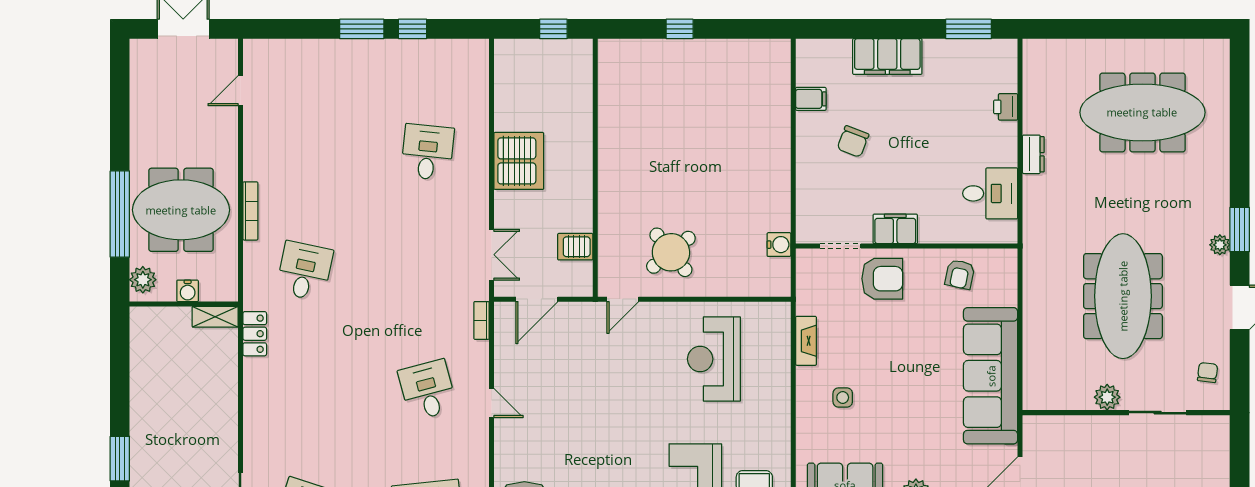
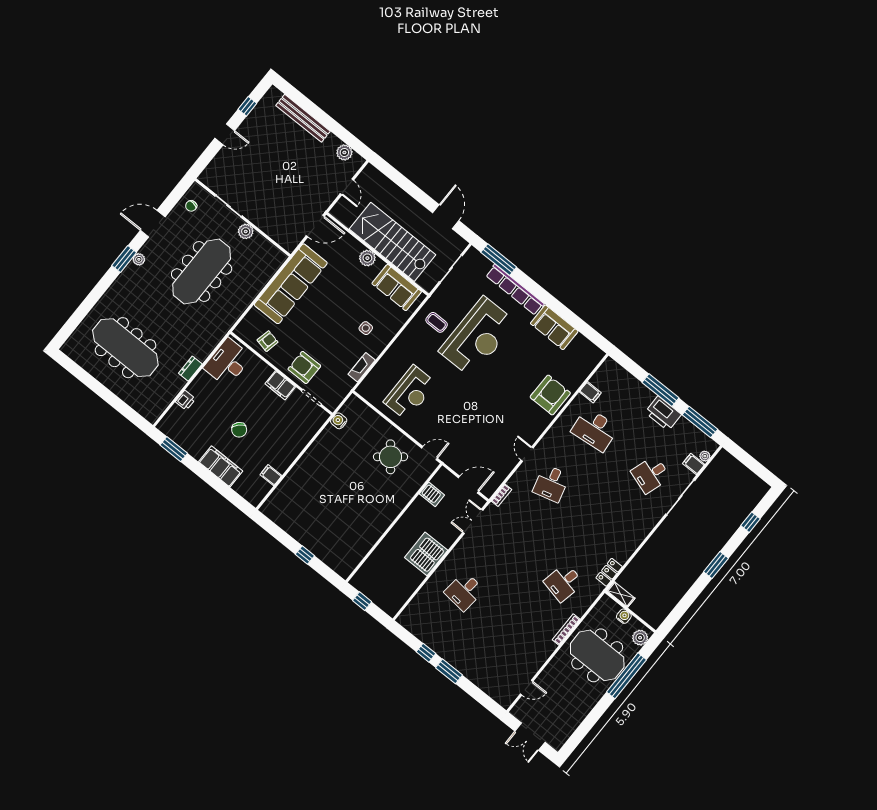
chair: (853, 141) -> (239, 430), moved, turned 112
desk: (990, 193) -> (228, 362), width x1.37

